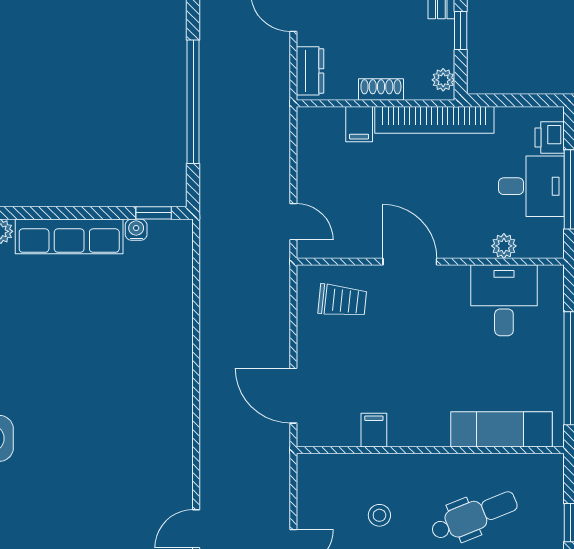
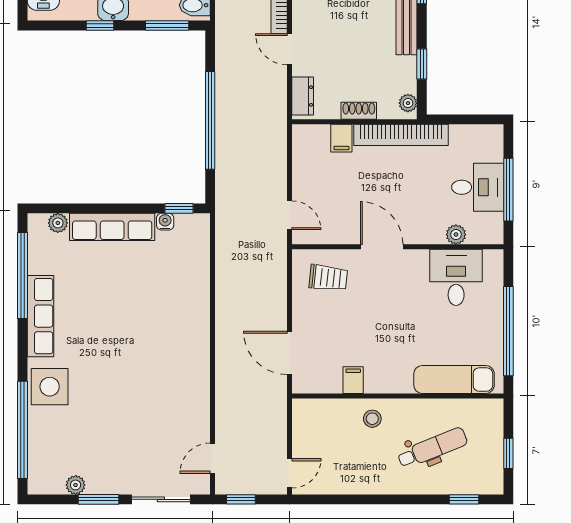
printer: (550, 137) -> (492, 149), removed
stool: (379, 515) -> (372, 419), moved

